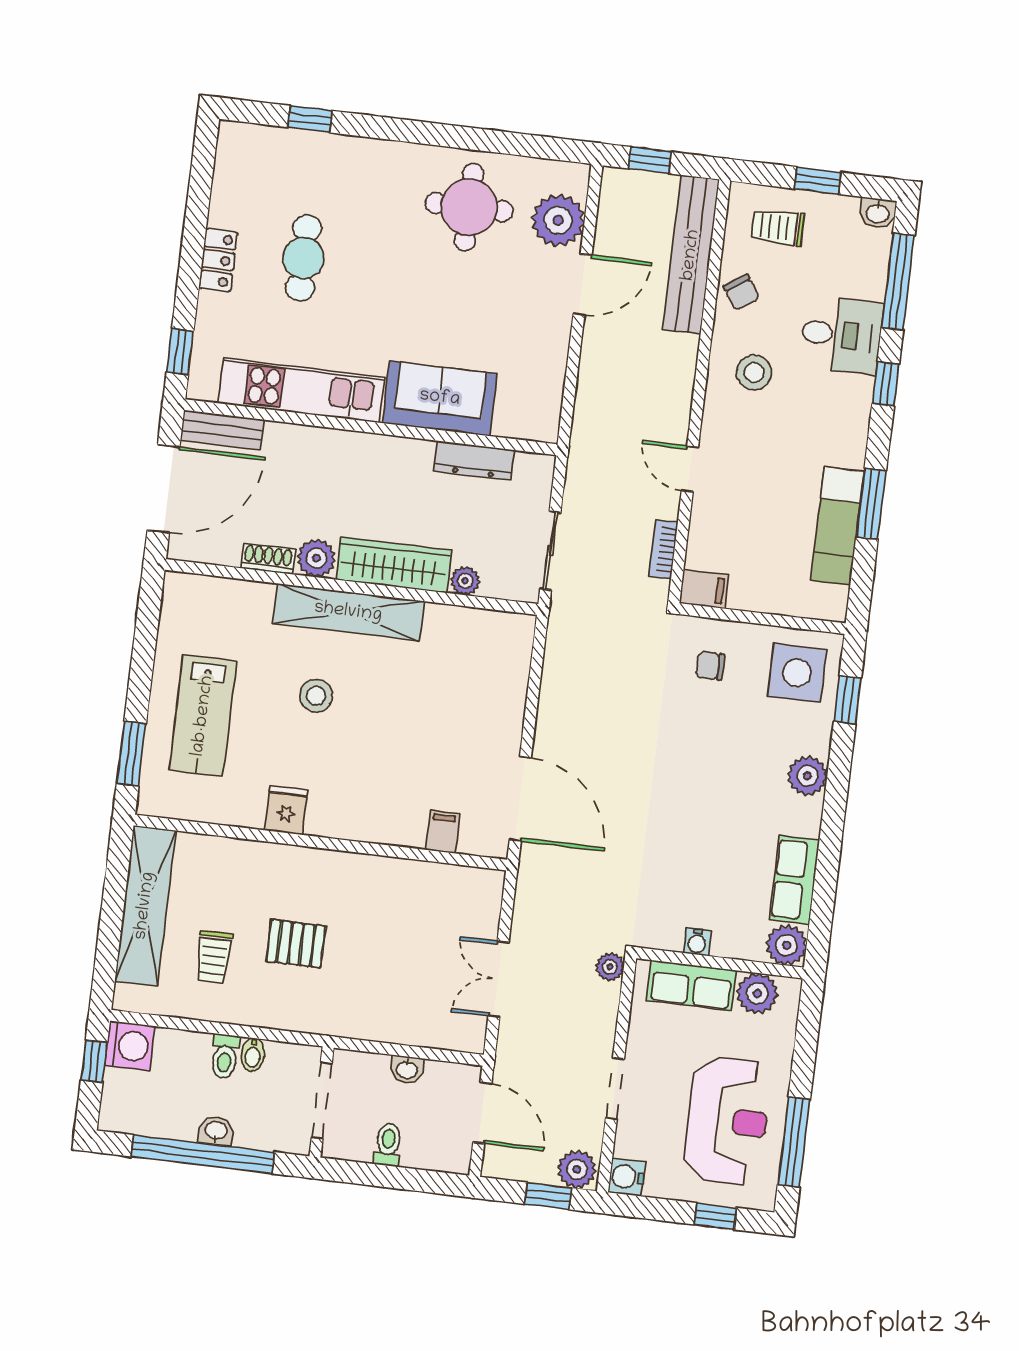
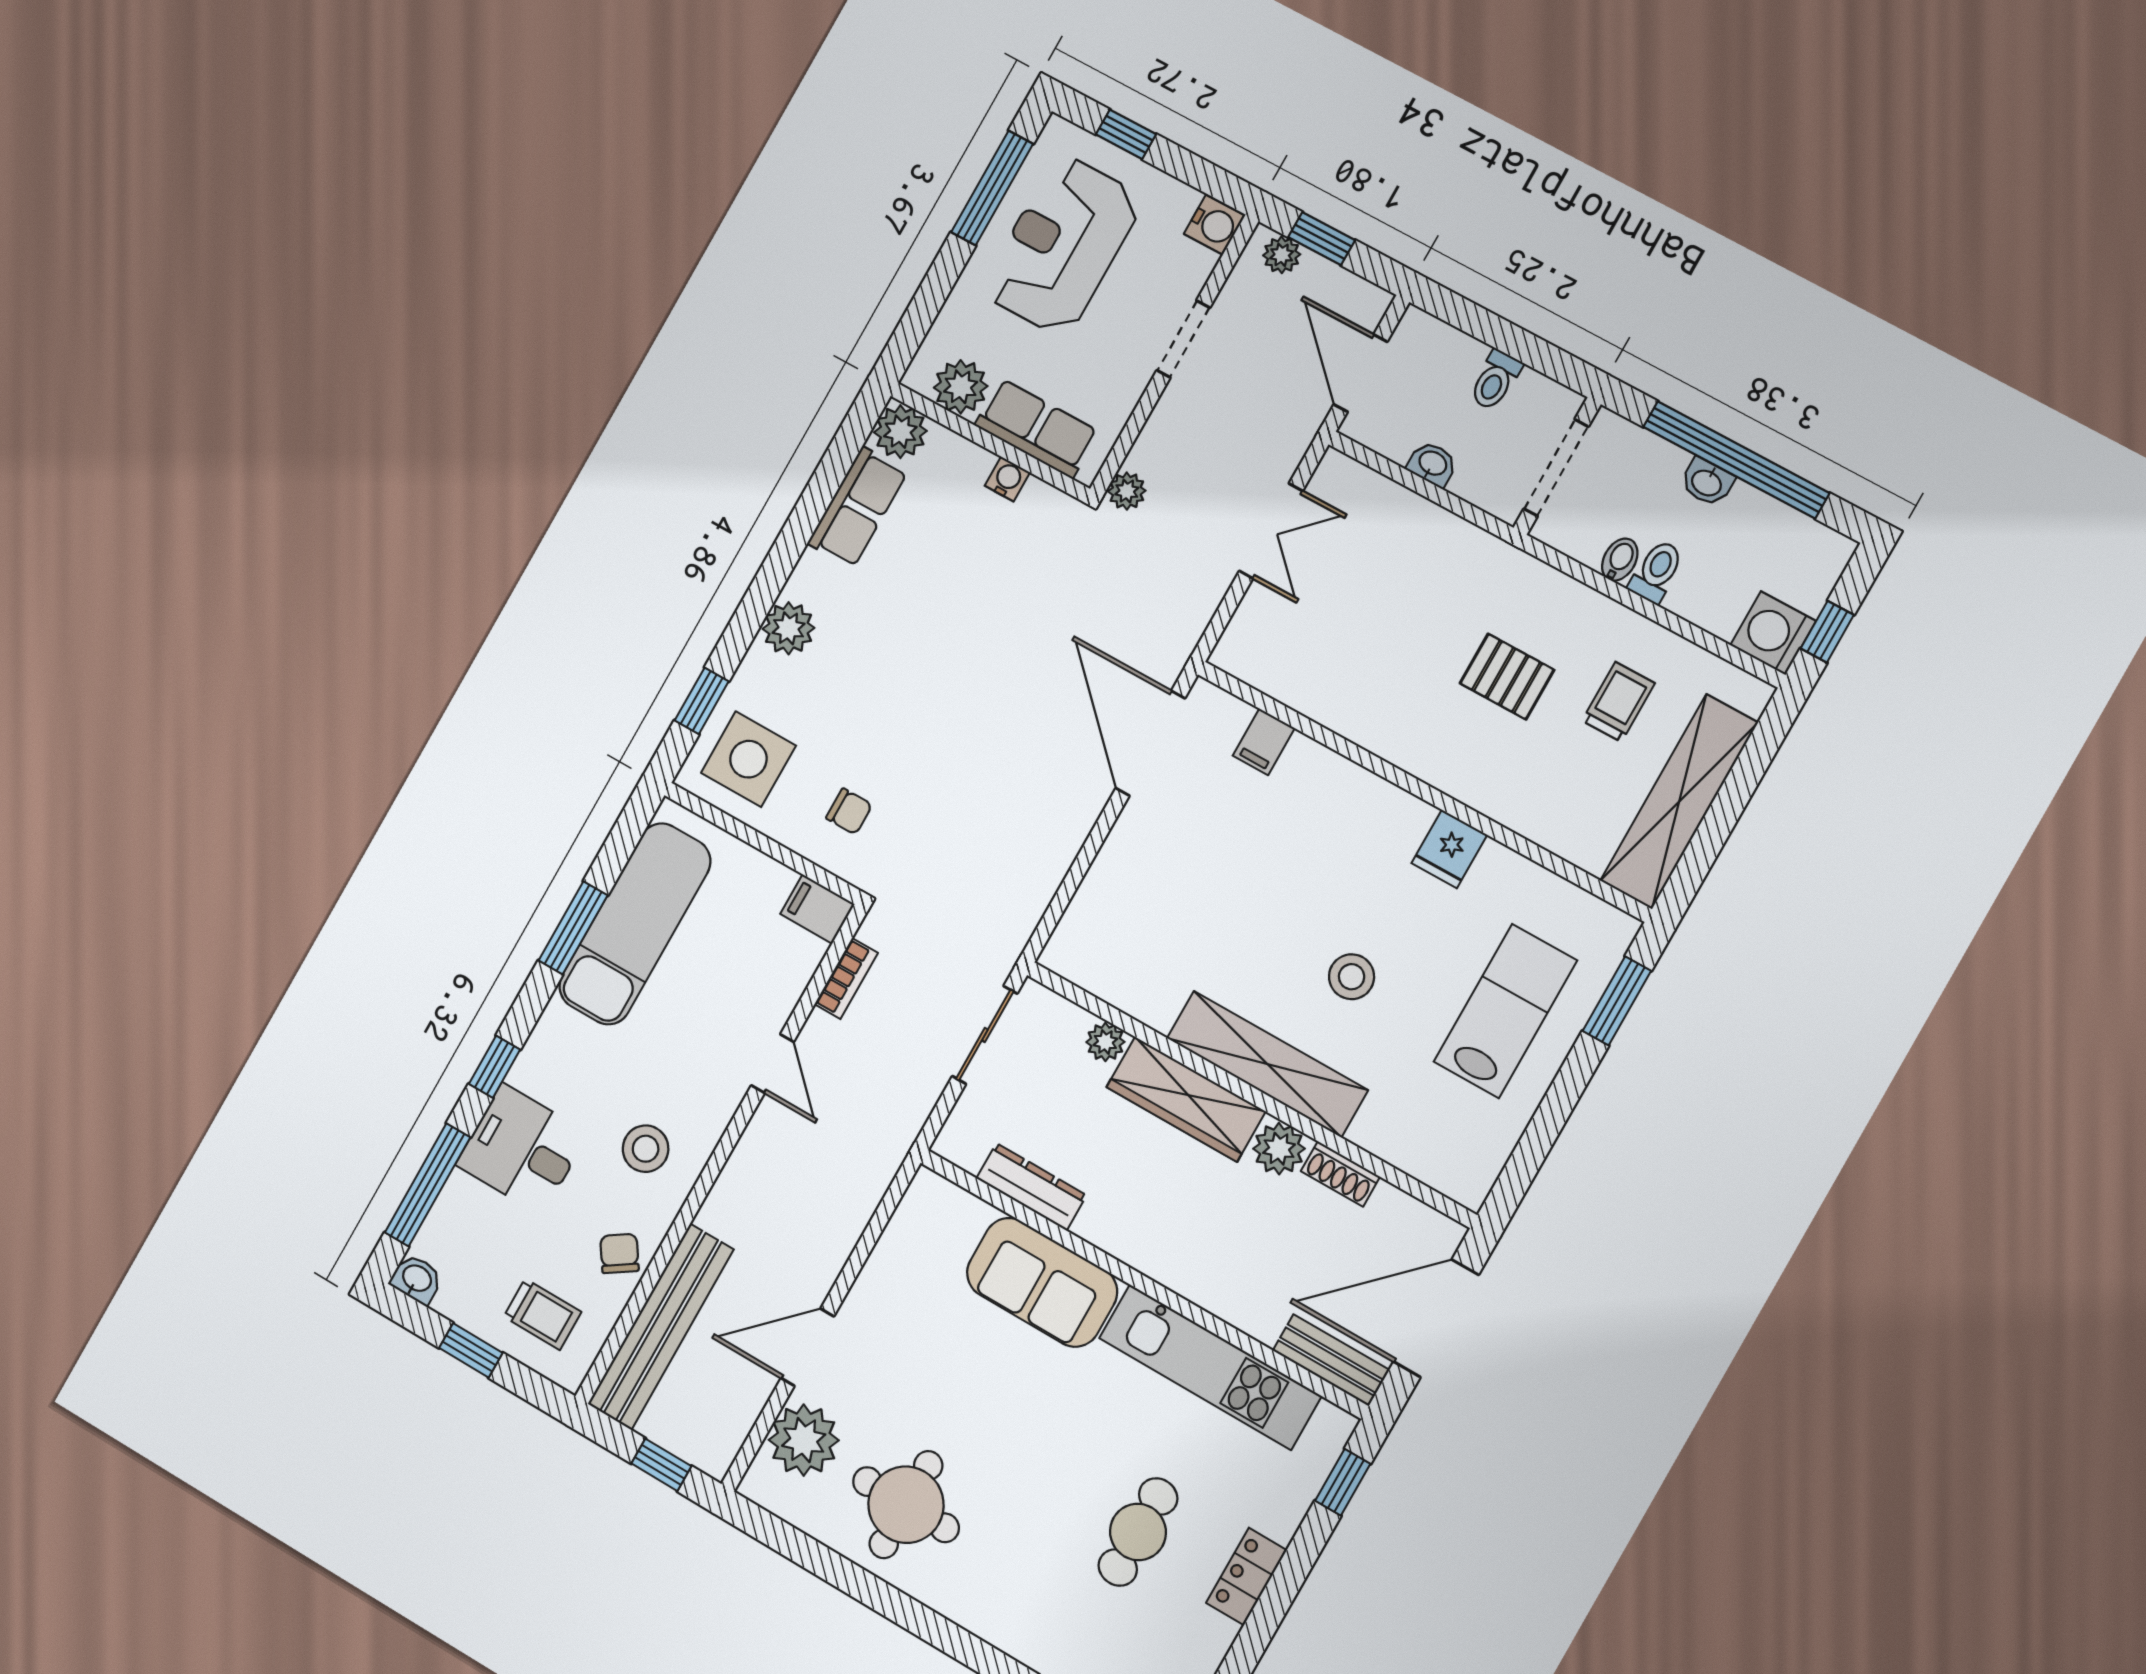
exam couch: (837, 526) -> (635, 924), width x1.36, depth x1.45
plant: (577, 1169) -> (1282, 255), width x0.73, depth x0.73

